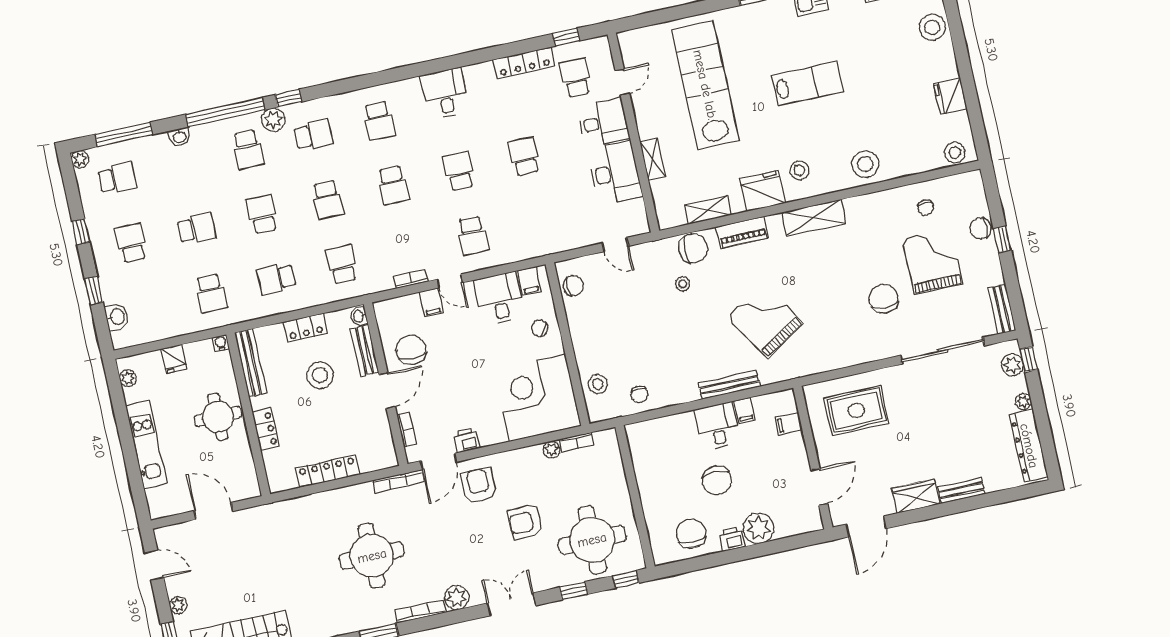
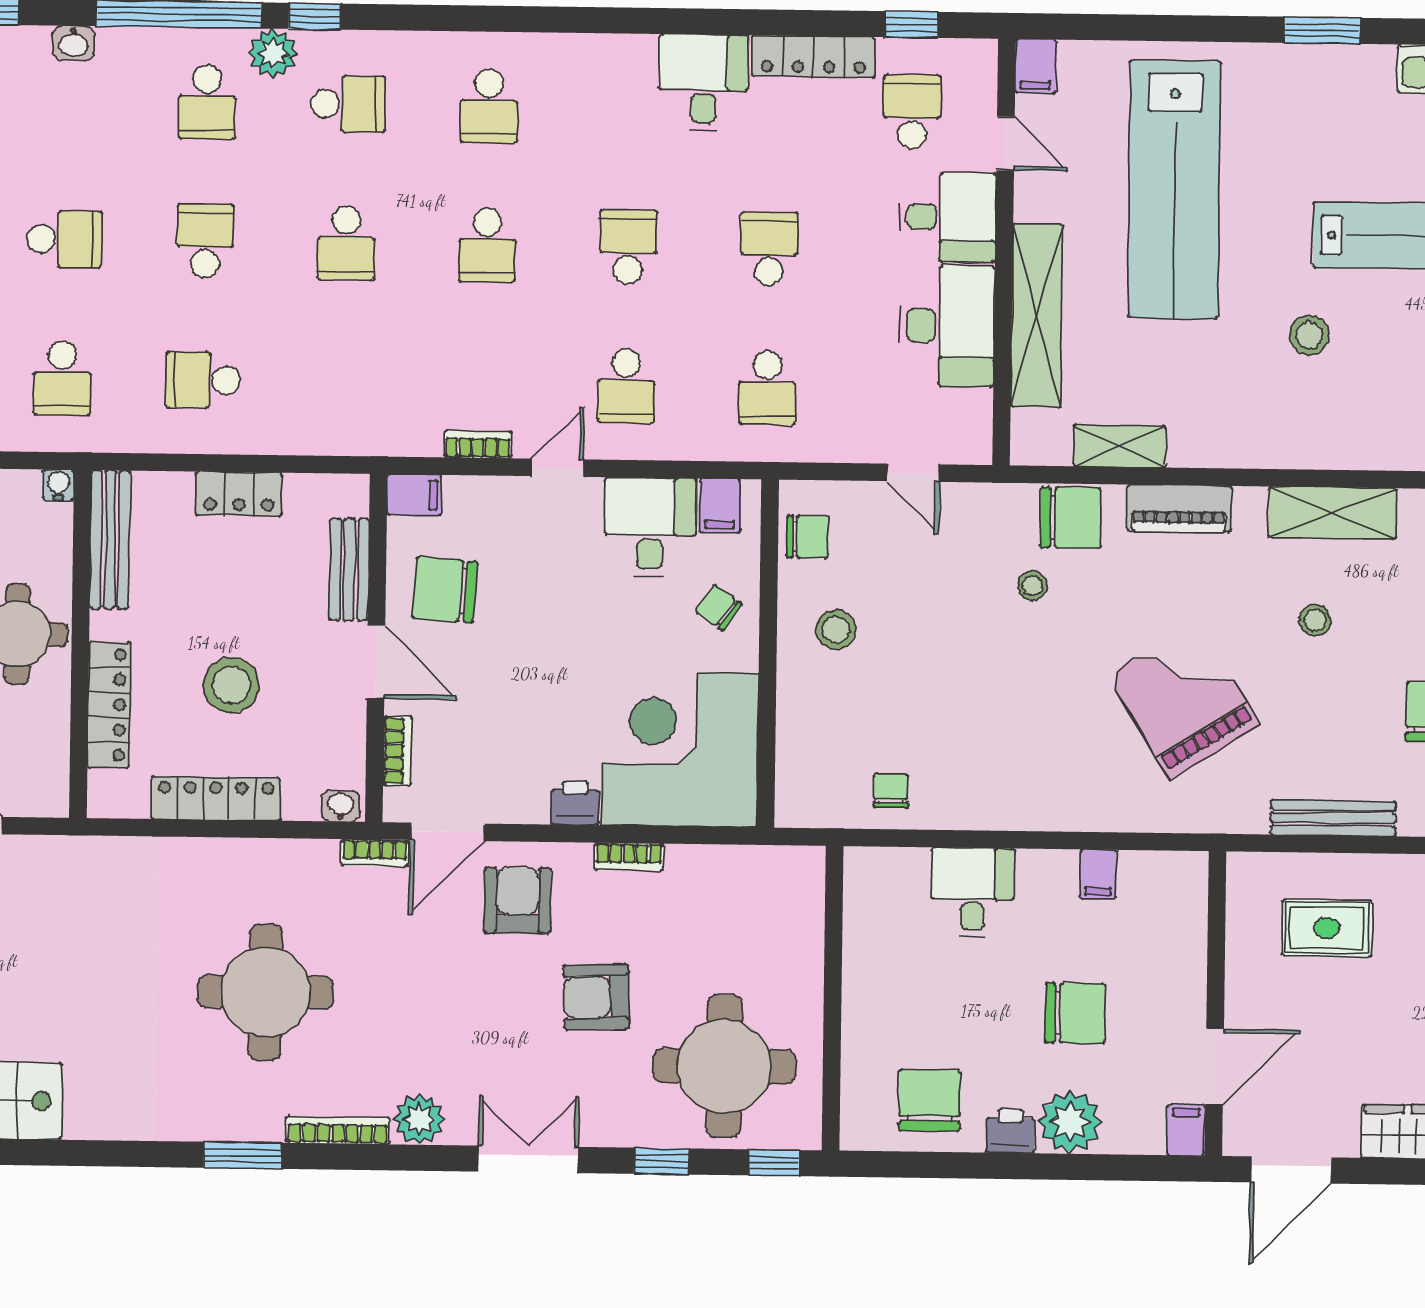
filing cabinet: (628, 43) -> (1036, 66), added
door: (622, 82) -> (1006, 144), hinge flipped
lab bench: (705, 85) -> (1174, 189), turned 180
desk: (445, 93) -> (704, 83), moved
shelving: (653, 159) -> (1037, 316), width x2.20, depth x1.33
stool: (799, 170) -> (1309, 335), moved
fridge: (762, 191) -> (1240, 433), removed
school desk: (342, 264) -> (767, 388), moved, turned 180
stool: (817, 269) -> (1315, 620), added
door: (450, 281) -> (557, 468), swing flipped
filing cabinet: (431, 303) -> (414, 495), moved, turned -90
washbasin: (359, 316) -> (341, 806), moved, turned 90
chair: (411, 350) -> (445, 590), turned -86
stool: (320, 375) -> (231, 685), moved
stool: (598, 384) -> (836, 630), moved
bench: (729, 385) -> (1333, 818), moved
door: (387, 391) -> (376, 662), hinge flipped
chair: (639, 394) -> (891, 791), turned 180
rug: (856, 410) -> (1327, 928), width x0.73, depth x0.70
filing cabinet: (789, 424) -> (1186, 1130), moved, turned 90
desk: (717, 426) -> (973, 892), moved
locker: (266, 429) -> (109, 705), width x1.53
printer: (467, 440) -> (575, 803), moved
bookcase: (577, 442) -> (629, 857), moved
plant: (552, 449) -> (684, 861), removed
chair: (717, 480) -> (1075, 1013), moved, turned -90
bookcase: (398, 481) -> (375, 853), width x0.64

